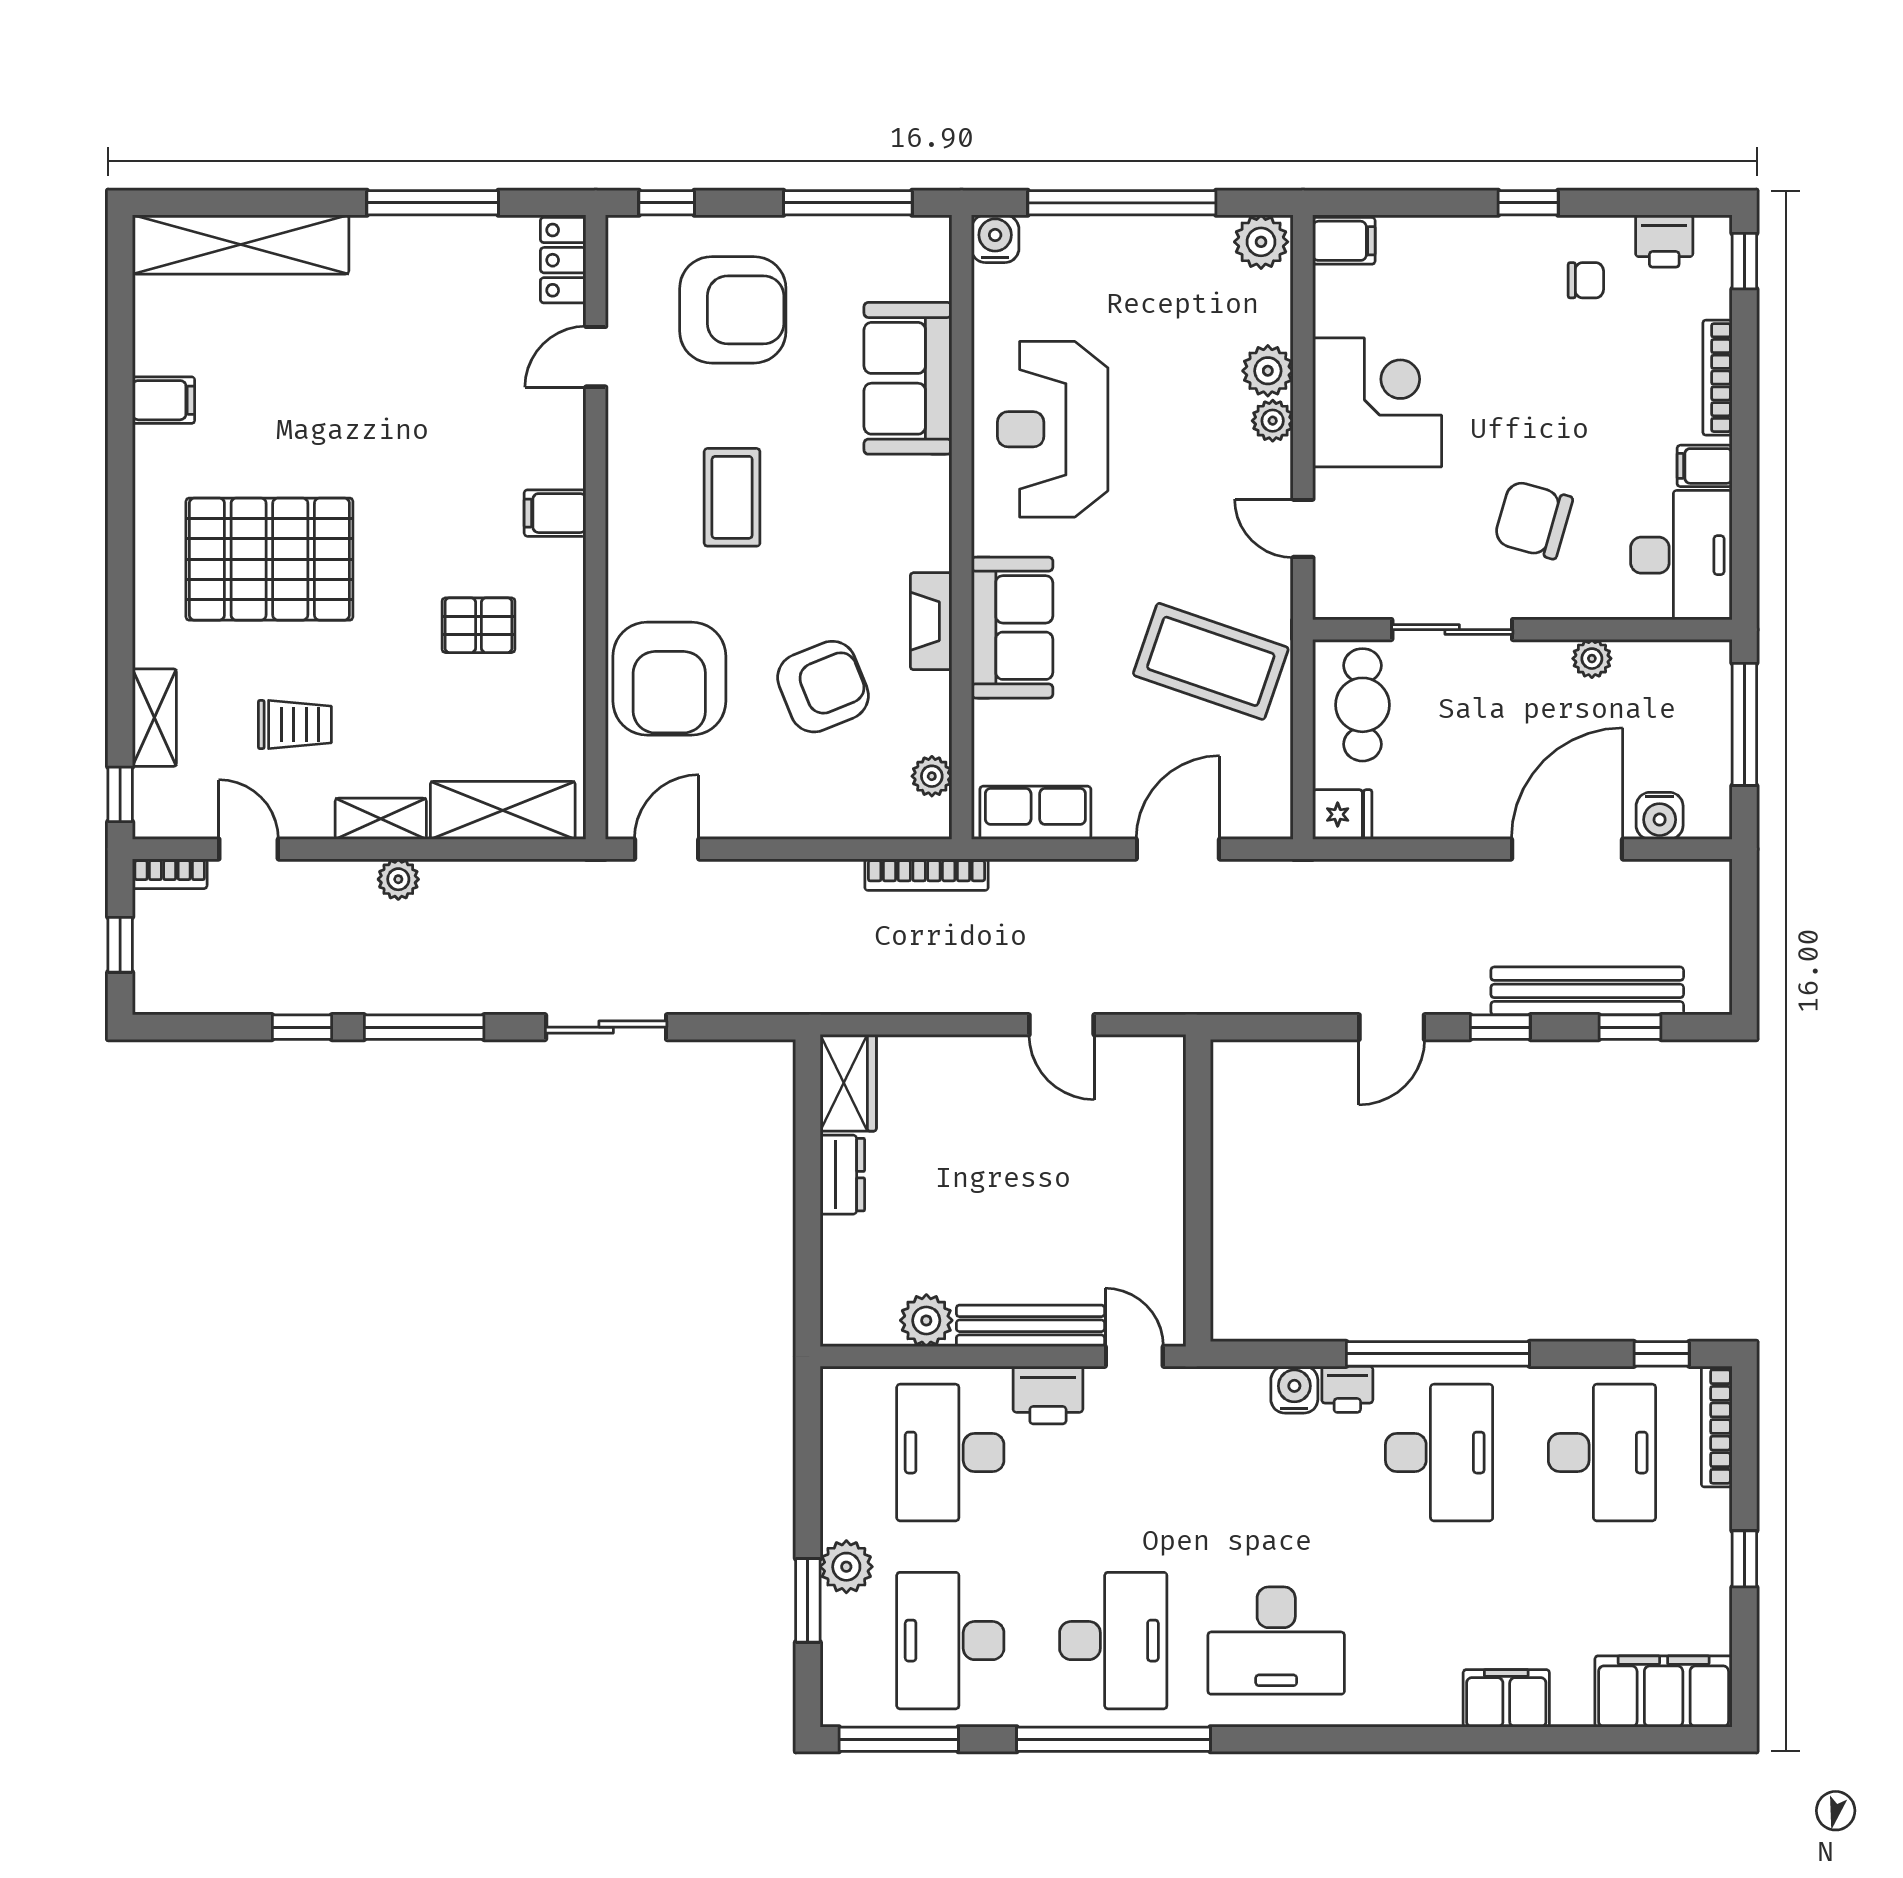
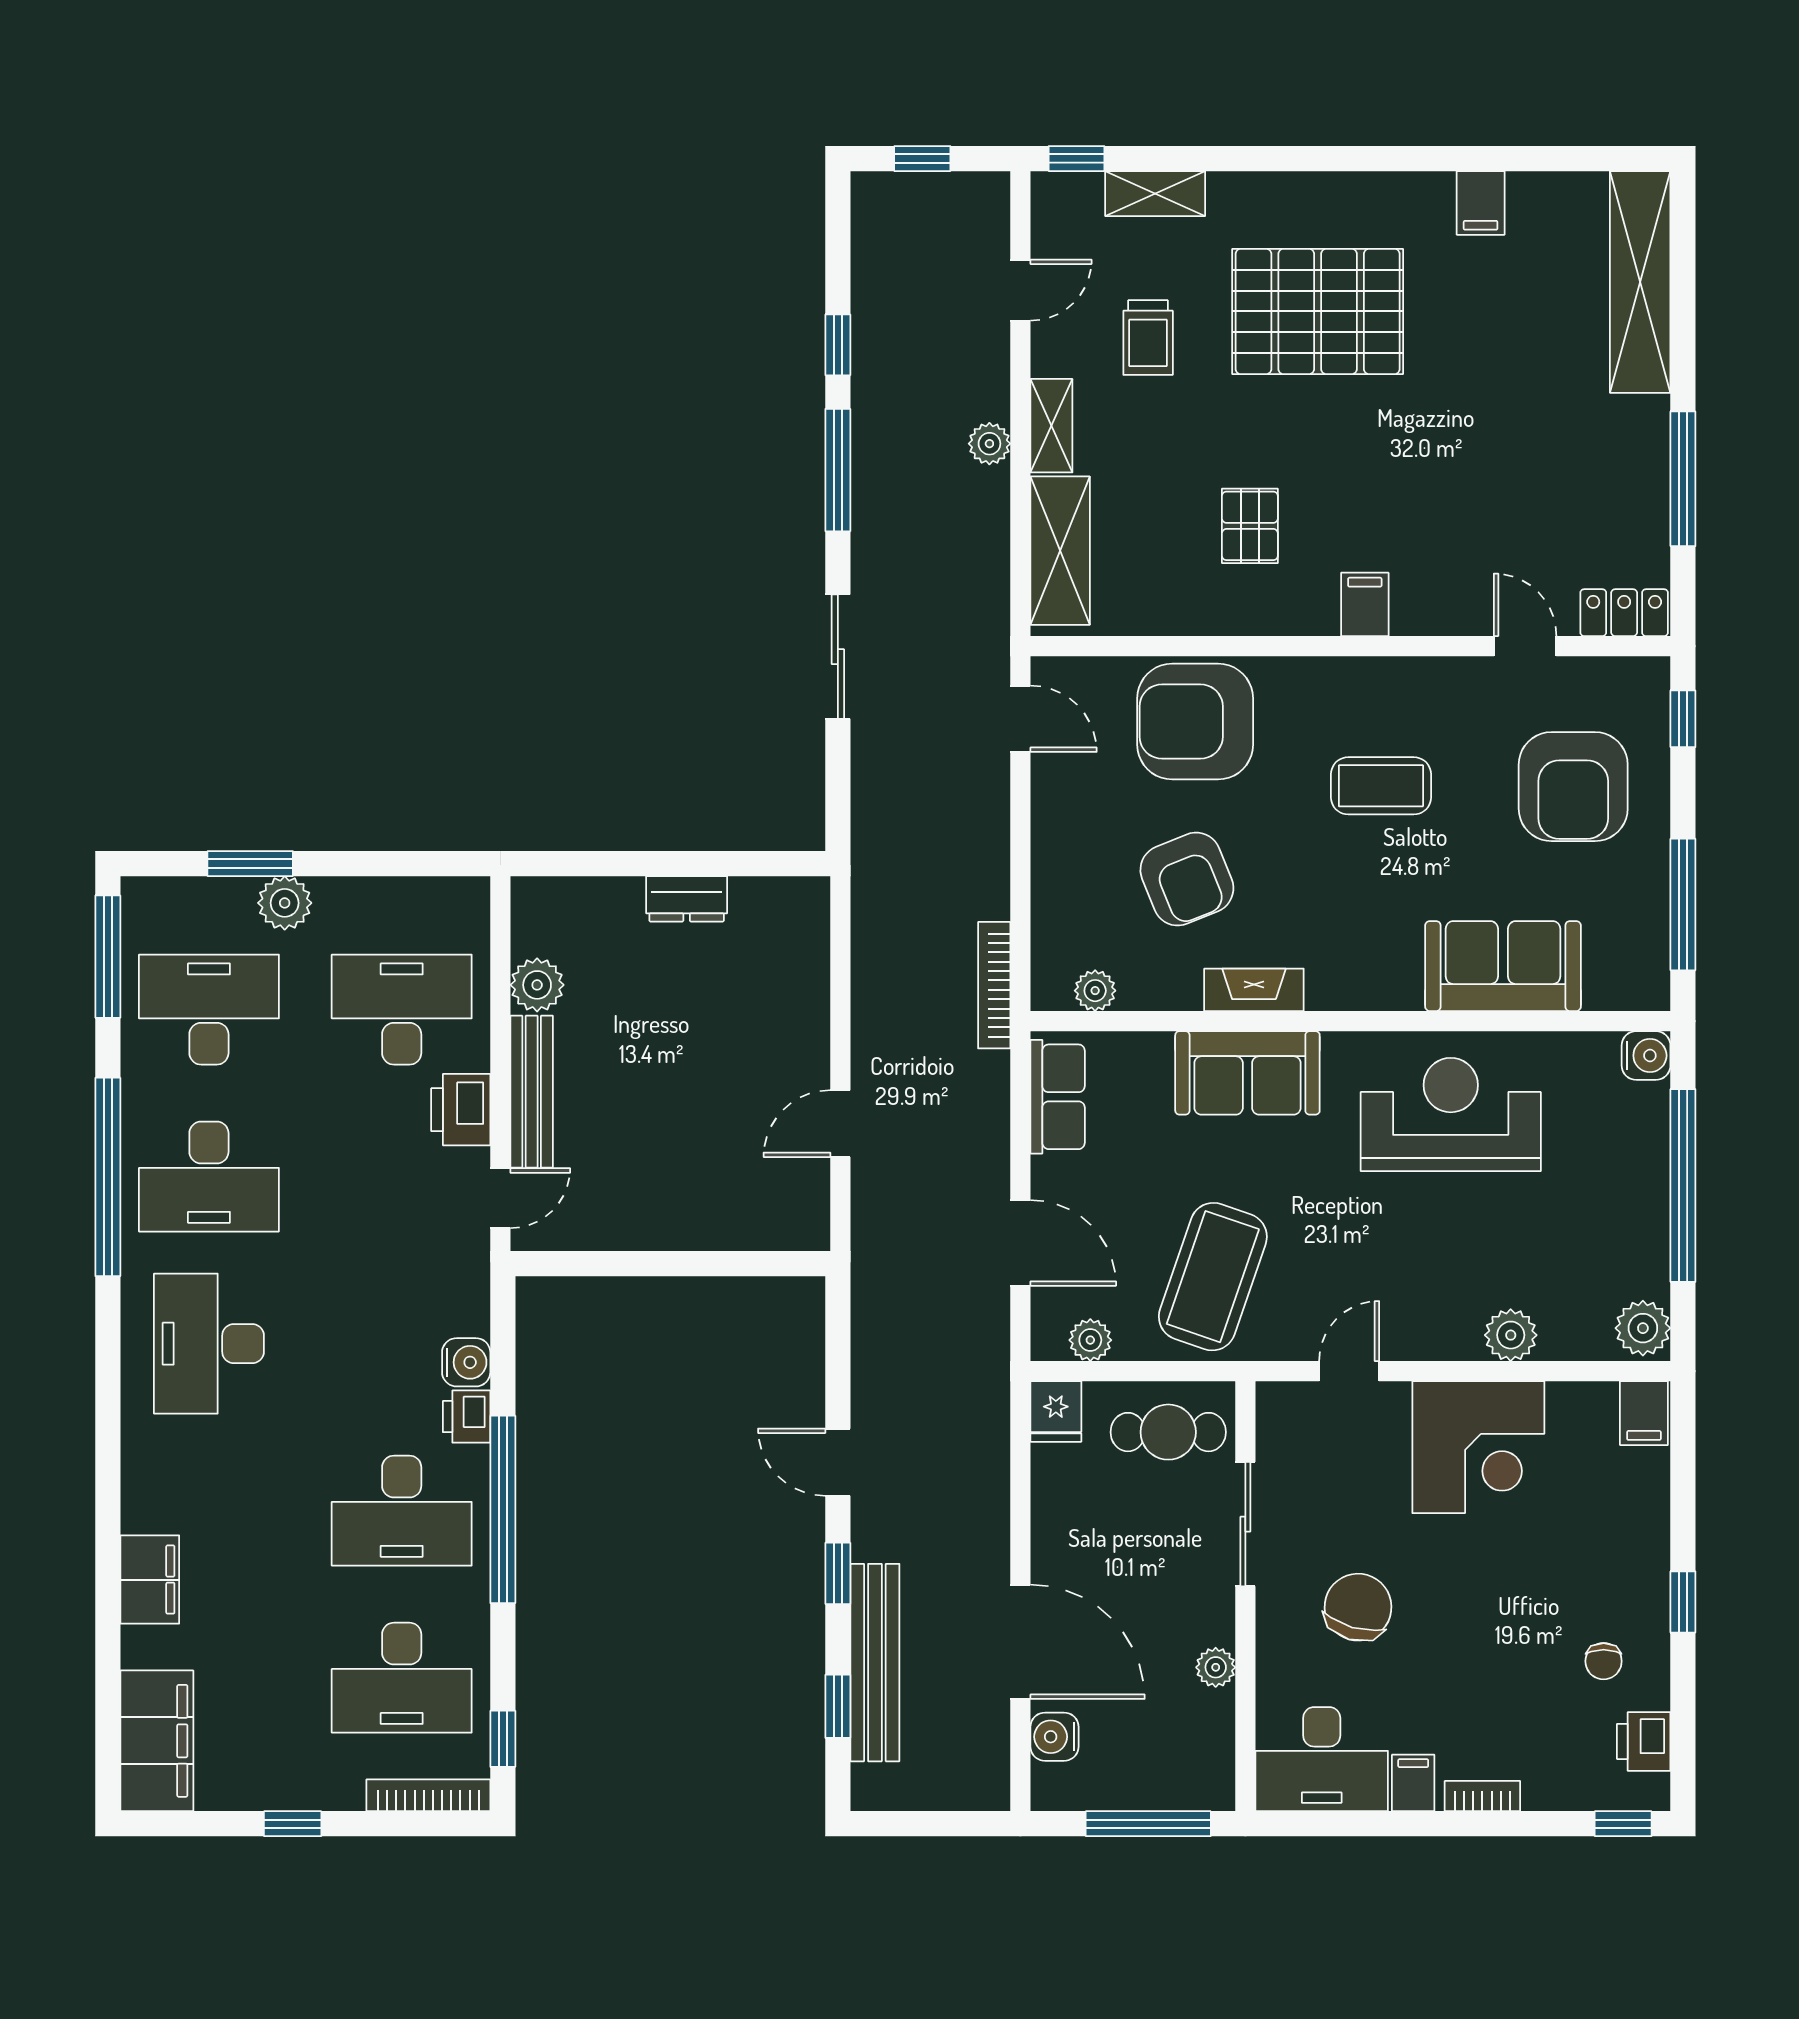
bookcase: (1717, 378) -> (1482, 1796), width x0.64
plant: (1273, 421) -> (1090, 1340), moved
pallet: (269, 559) -> (1318, 311), turned 90
bookcase: (170, 874) -> (995, 209), removed
wardrobe: (848, 1083) -> (781, 905), removed

